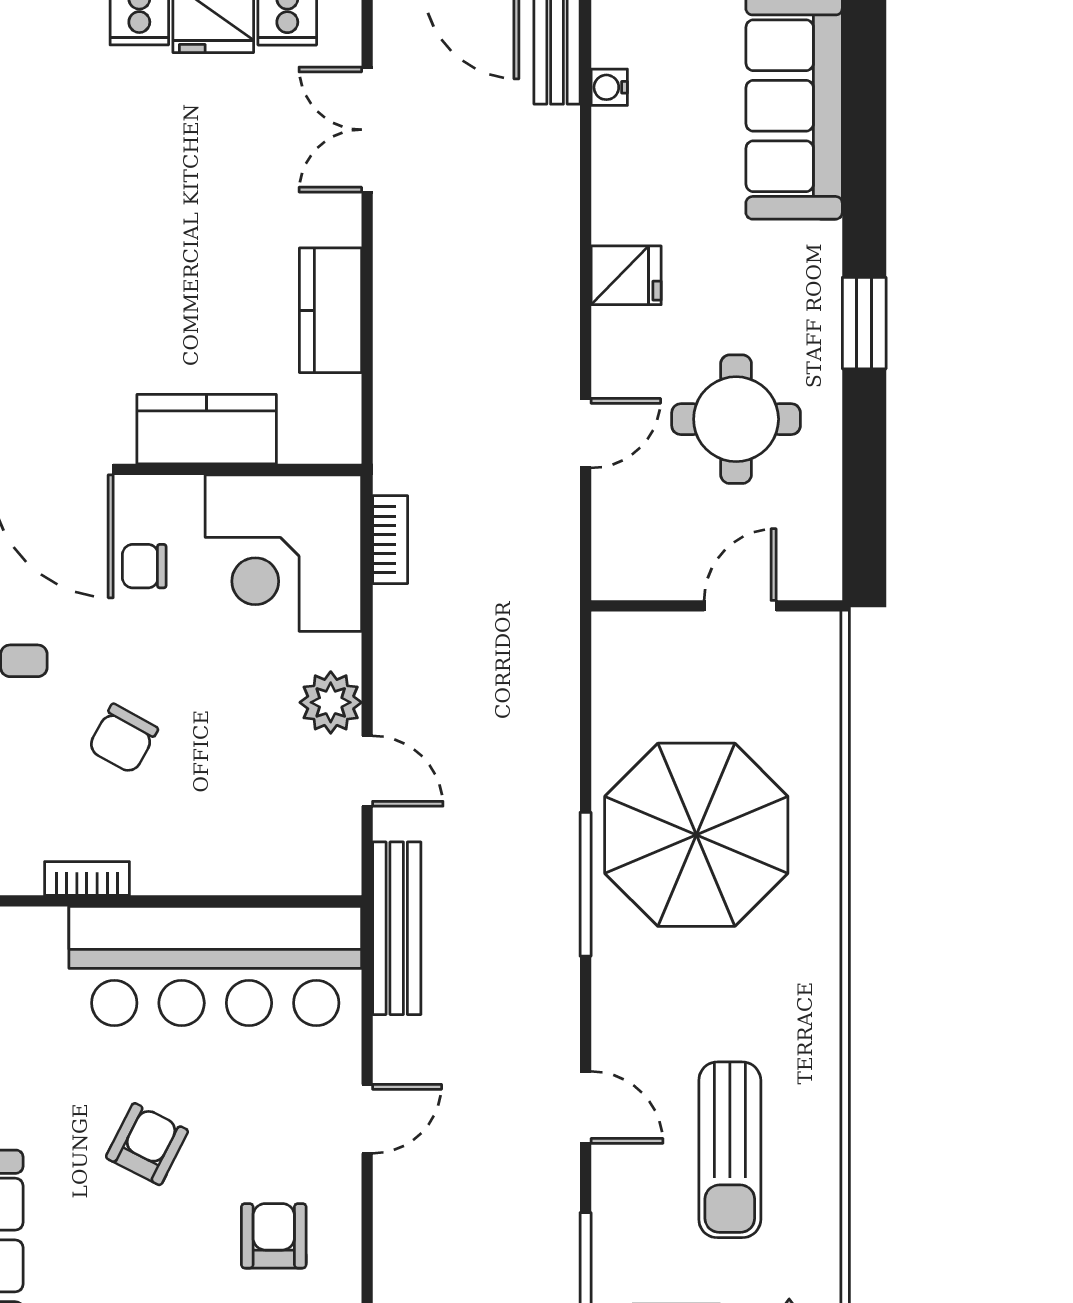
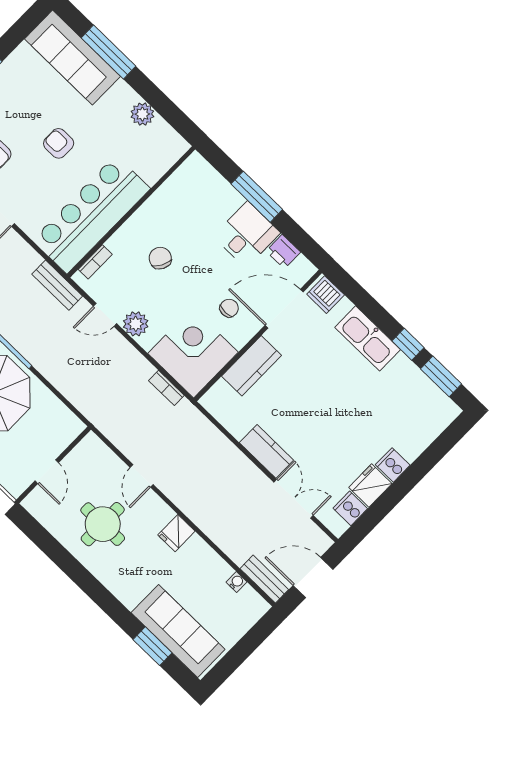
kitchen counter: (330, 310) -> (266, 451), moved
window: (864, 323) -> (153, 646), moved
chair: (123, 739) -> (160, 258), moved
bookcase: (87, 878) -> (95, 262), moved
bench: (397, 928) -> (57, 285), width x0.73
armchair: (147, 1144) -> (59, 143), turned 153

